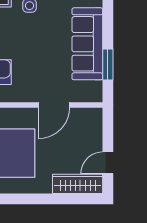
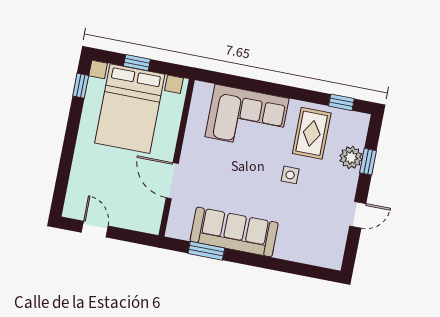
wardrobe: (78, 184) -> (78, 190), removed

